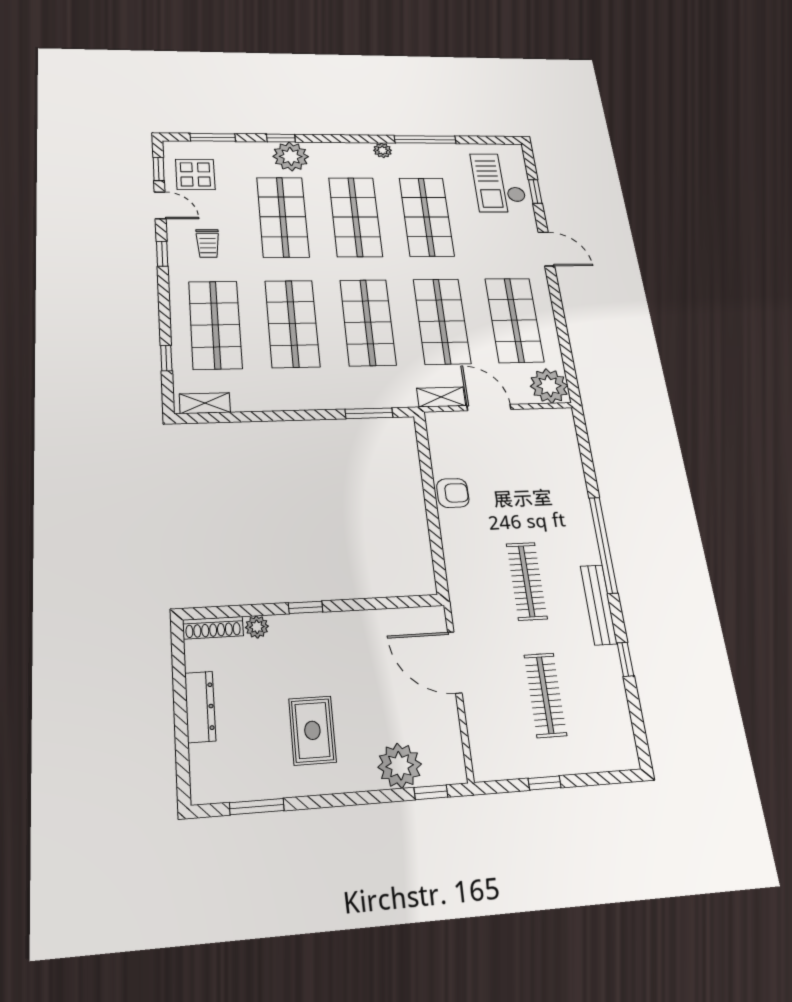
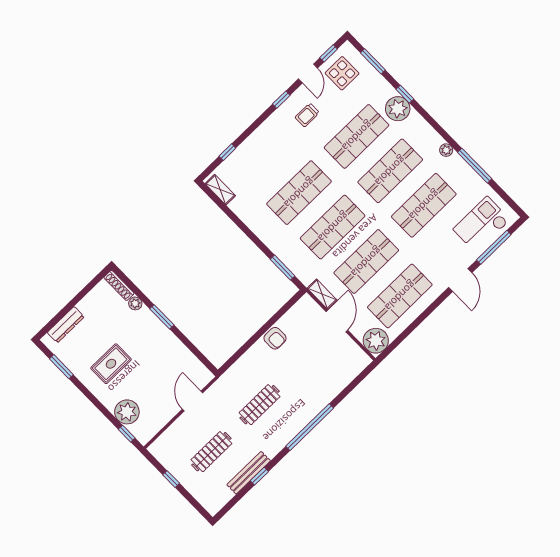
window: (535, 191) -> (494, 247), width x2.17
shop shelf: (215, 325) -> (265, 158), removed
bench: (599, 605) -> (249, 473), moved
window: (306, 607) -> (162, 317), width x1.50
door: (455, 662) -> (193, 401), width x0.73
dresser: (200, 707) -> (66, 325), moved

